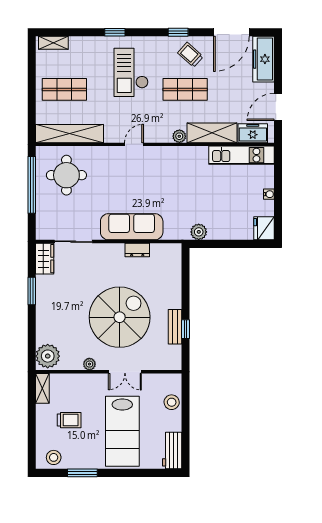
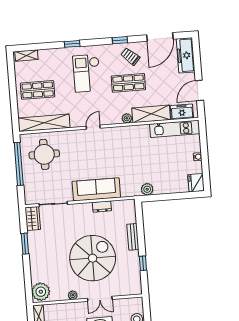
bench: (175, 327) -> (133, 237), moved

